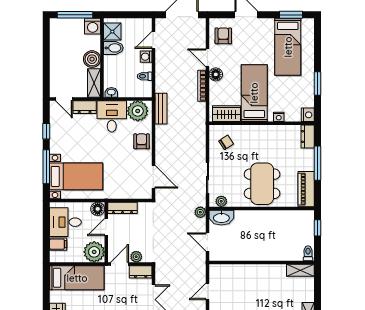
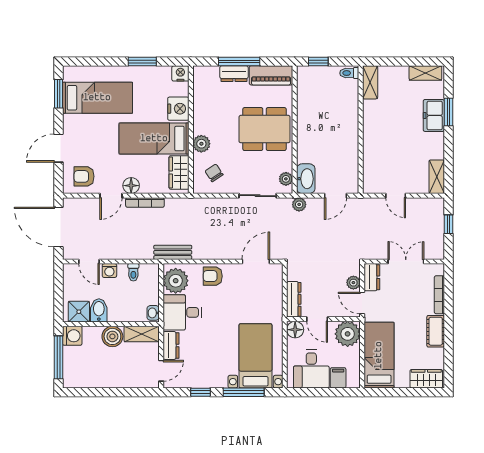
nightstand: (279, 117) -> (178, 109), width x1.89, depth x1.79
plant: (250, 132) -> (201, 144), added
dresser: (308, 137) -> (234, 74), moved

